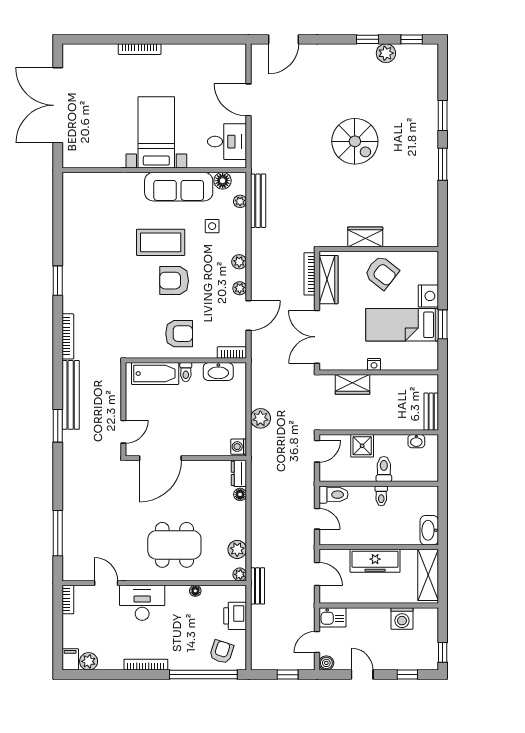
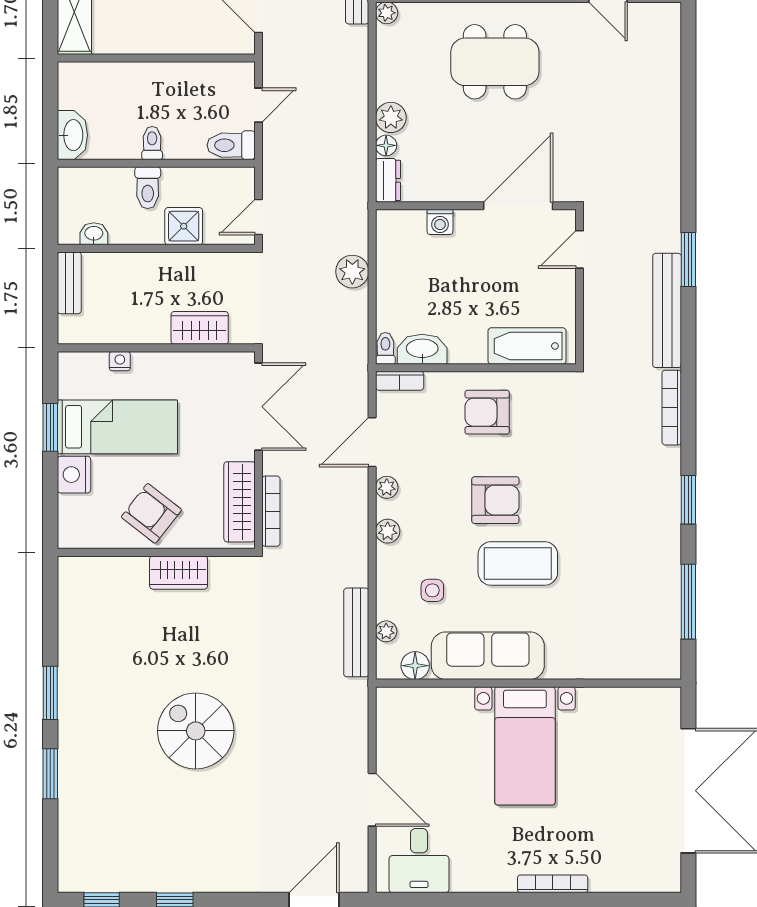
plant: (386, 53) -> (144, 877), removed
desk: (227, 142) -> (419, 861), moved, turned -90
nightstand: (374, 364) -> (120, 361), moved
toilet: (186, 372) -> (385, 348), moved
washing machine: (239, 447) -> (440, 222), moved, turned 90
door: (317, 519) -> (259, 105), swing flipped
washbasin: (429, 530) -> (72, 135), moved
window: (58, 533) -> (688, 602), moved
plant: (237, 549) -> (391, 117), moved
freezer: (375, 561) -> (162, 35), removed

